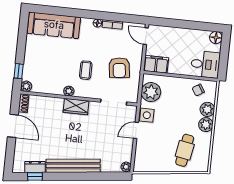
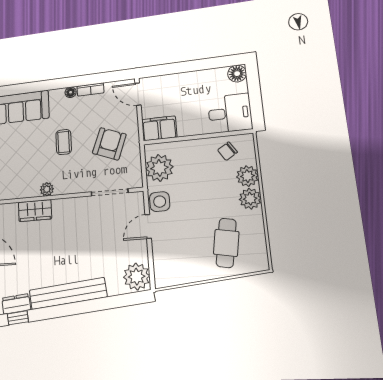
armchair: (119, 68) -> (109, 144), turned -152
coffee table: (86, 70) -> (64, 142), moved
wardrobe: (76, 107) -> (35, 211), moved
plant: (126, 167) -> (137, 277), width x1.88, depth x1.88

